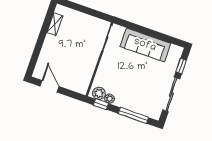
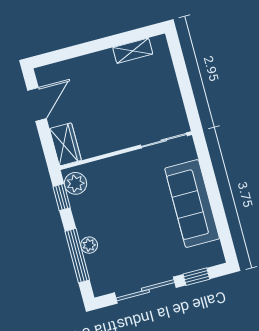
wardrobe: (77, 86) -> (65, 144), added
plant: (110, 99) -> (89, 245), moved

